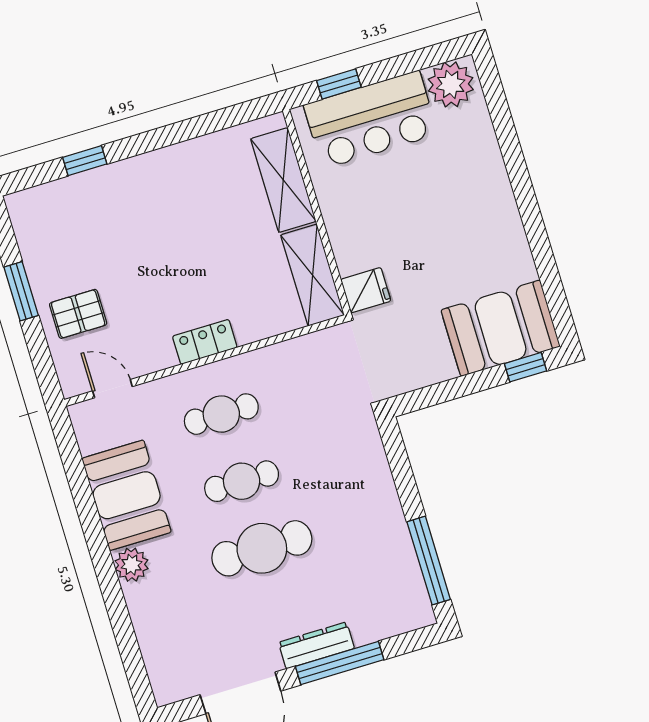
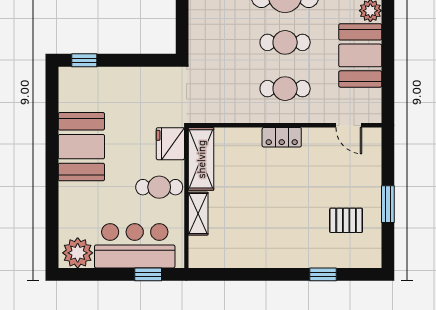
shelving: (283, 180) -> (198, 214), width x0.67, depth x0.75
cafe table: (361, 216) -> (159, 187), added
fridge: (366, 290) -> (170, 144), width x1.38
pallet: (78, 314) -> (346, 220), moved
booth: (501, 328) -> (81, 147), moved, turned 90

